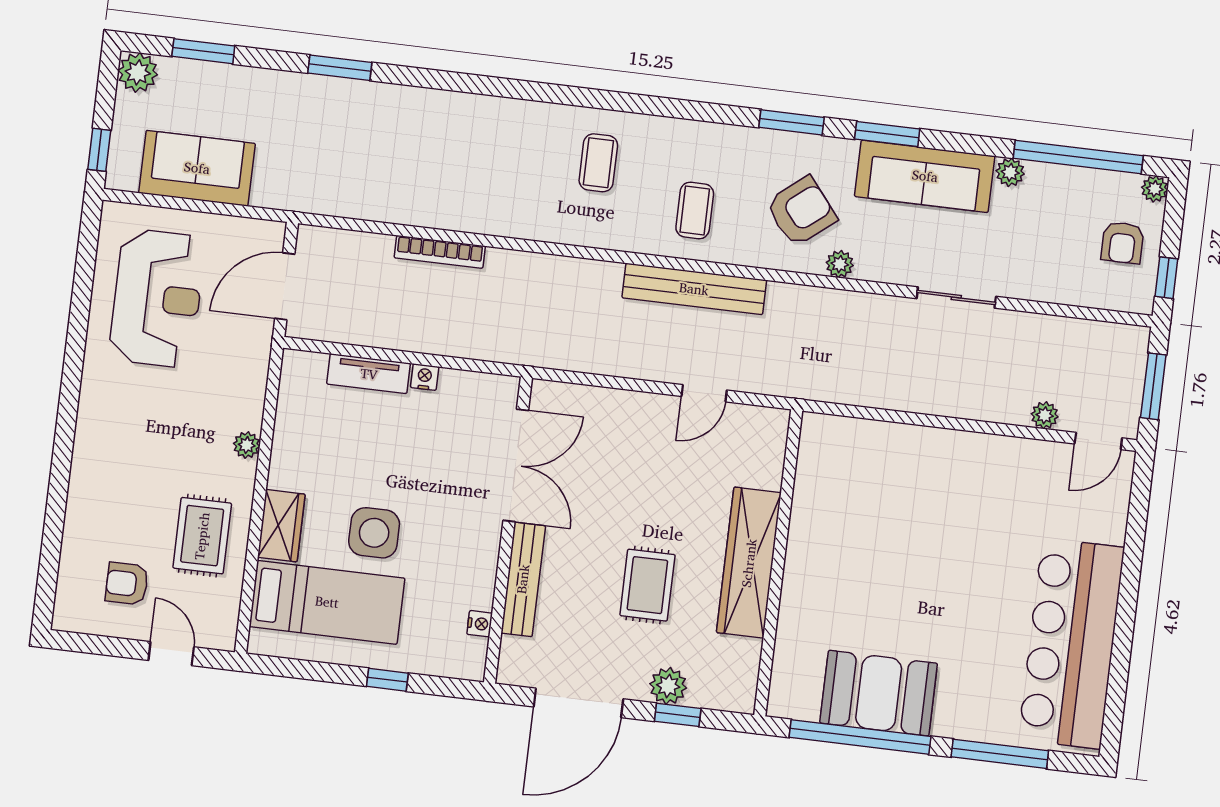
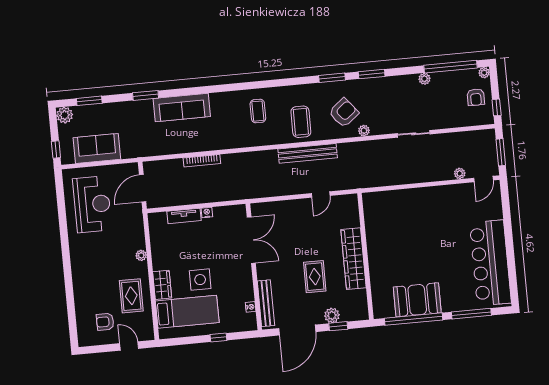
sofa: (925, 176) -> (182, 108), moved
coffee table: (695, 210) -> (301, 122), width x1.36, depth x1.30
bench: (523, 579) -> (266, 303), moved

